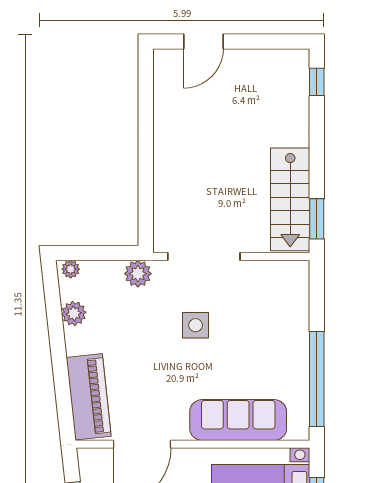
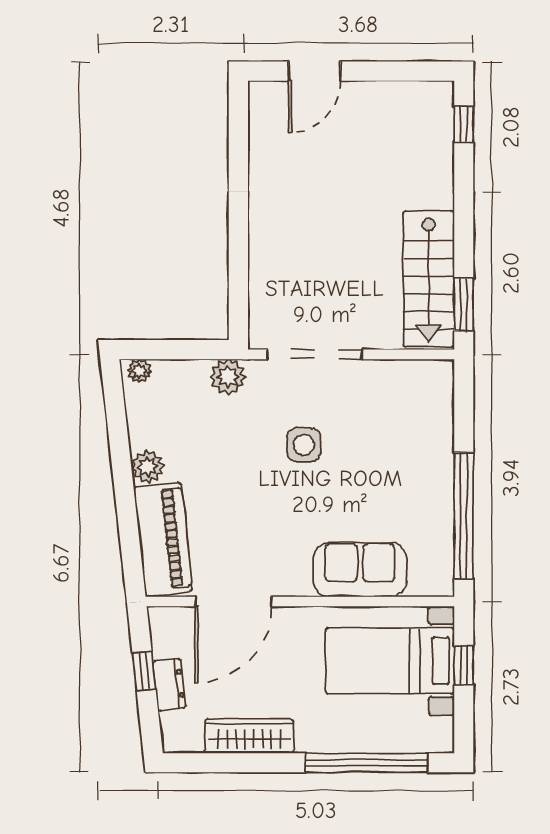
plant: (74, 314) -> (148, 467), moved
sofa: (238, 420) -> (360, 570), width x0.73

